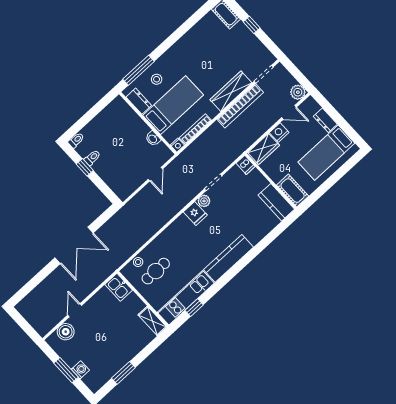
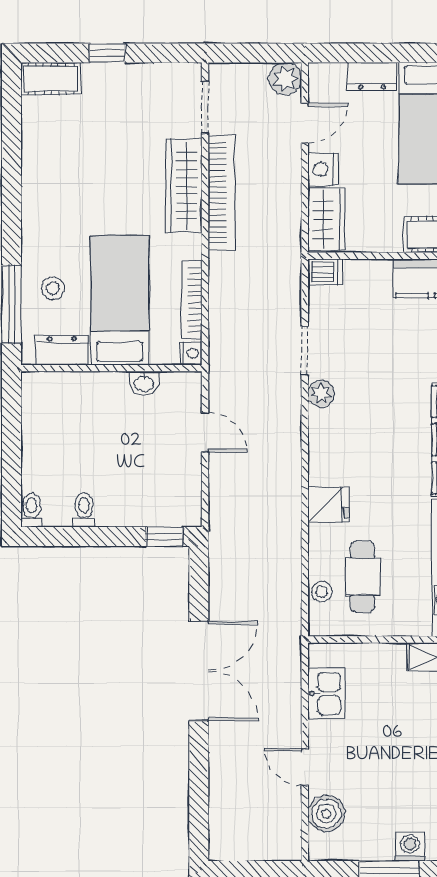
window: (85, 167) -> (164, 537), moved
fridge: (195, 214) -> (329, 504), moved
kitchen sink: (119, 287) -> (326, 694), moved, turned -90

